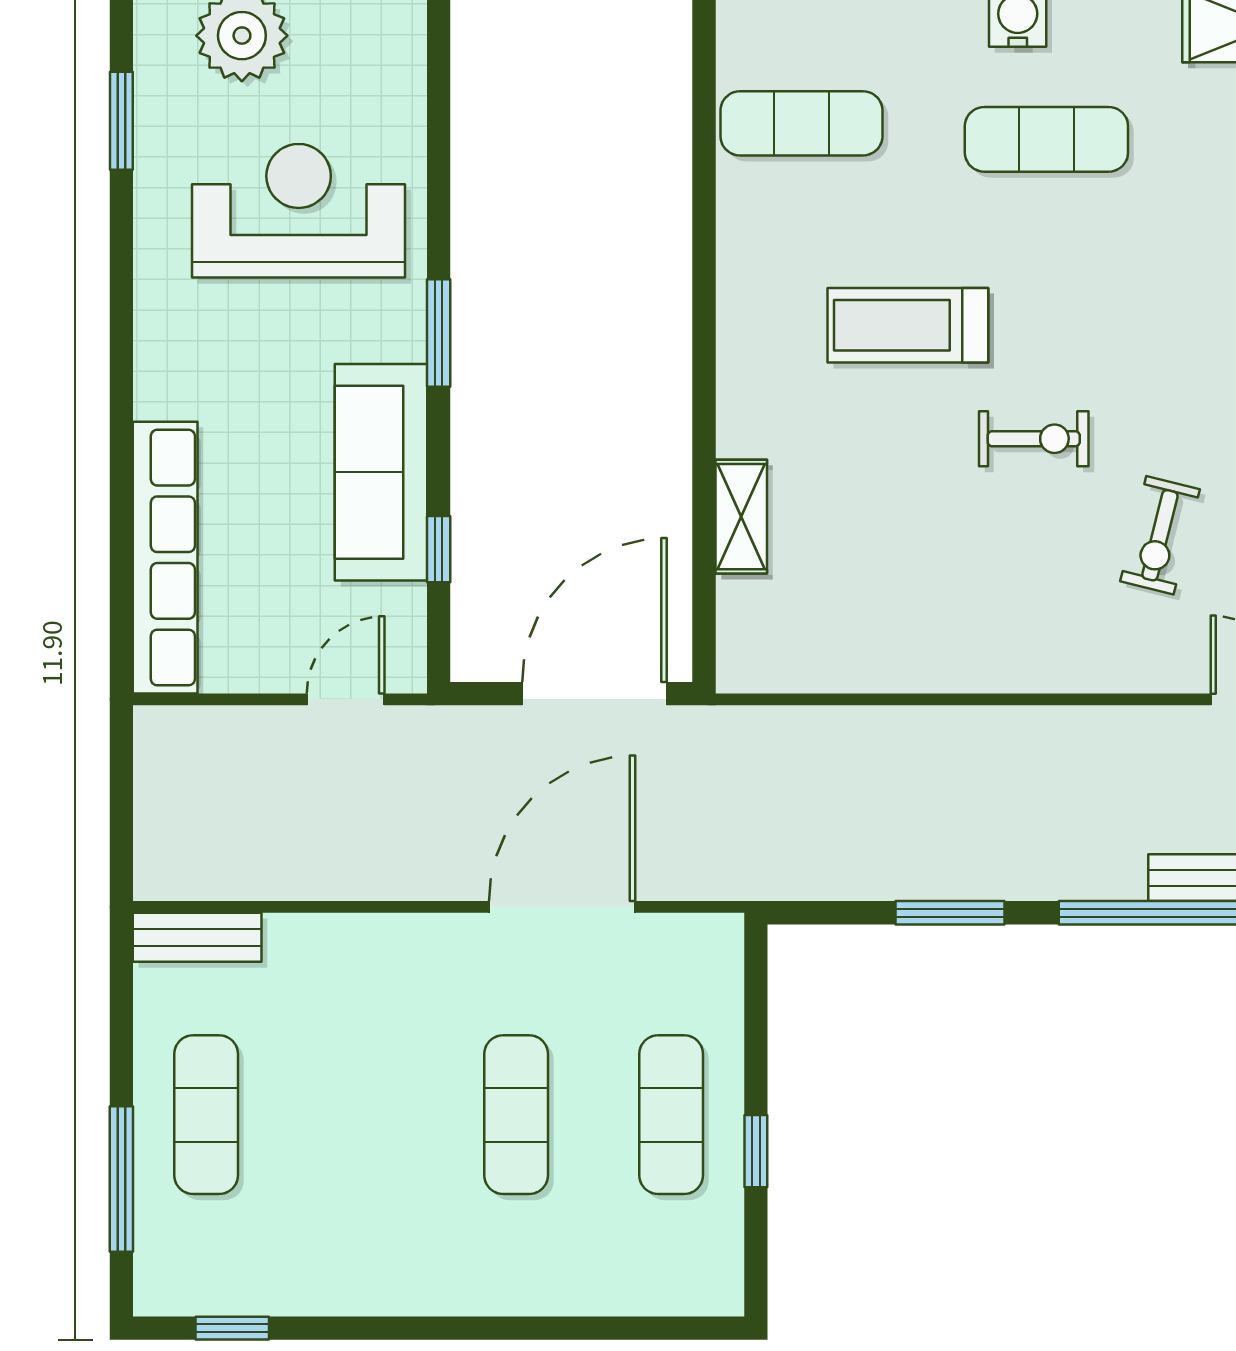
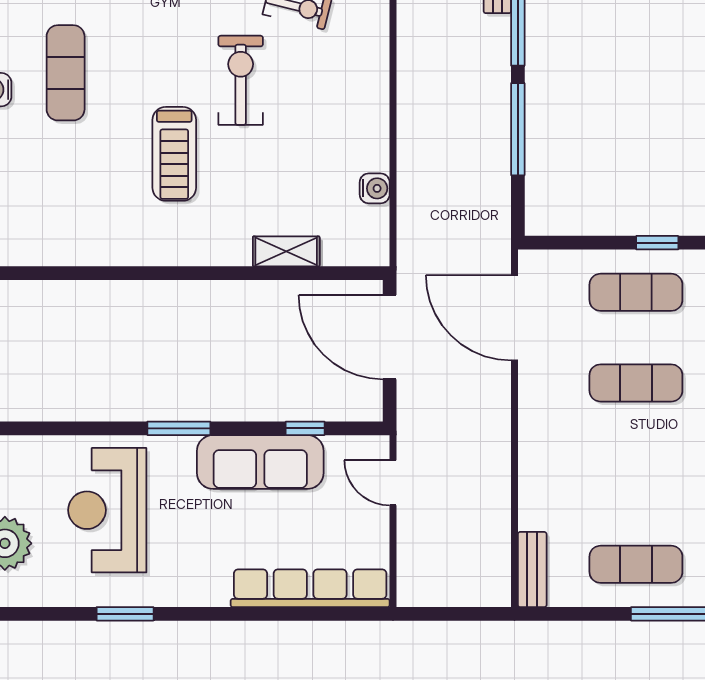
window: (121, 121) -> (125, 614), moved
exercise mat: (801, 123) -> (56, 216), removed
exercise bike: (1034, 439) -> (241, 80), width x1.38, depth x1.39
water cooler: (849, 668) -> (375, 188), added
door: (562, 907) -> (514, 318), moved
window: (950, 913) -> (518, 129), width x1.44

